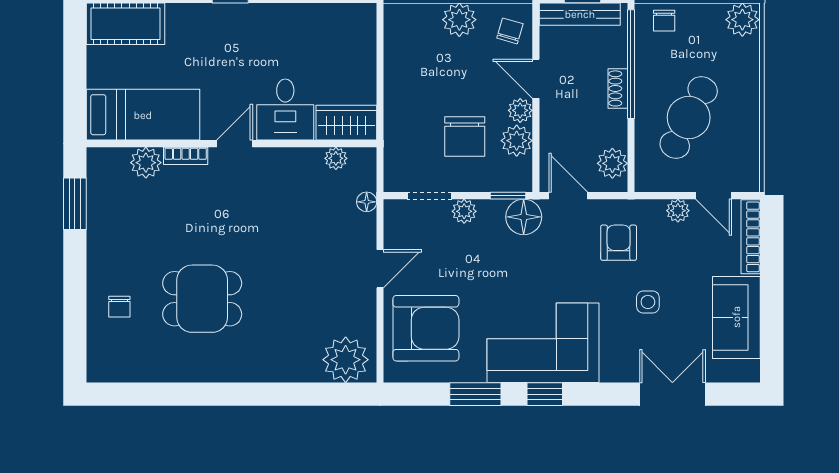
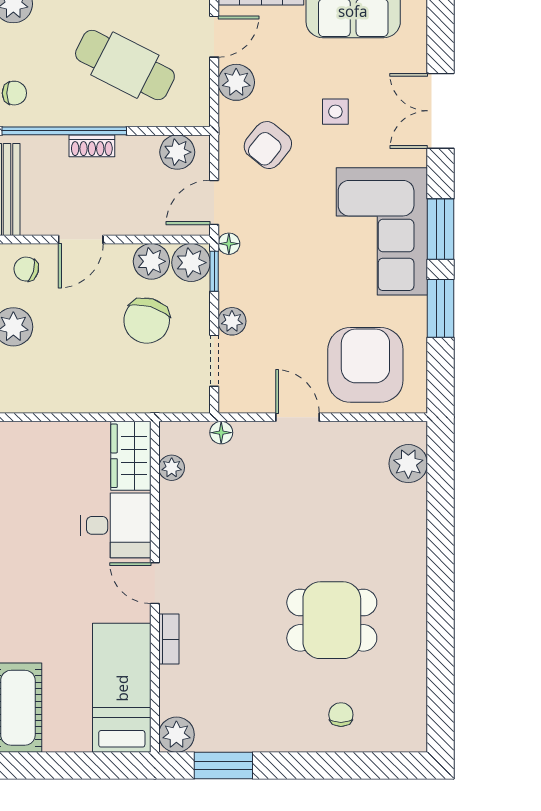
plant: (520, 110) -> (191, 263), moved, width x1.38, depth x1.38
chair: (465, 137) -> (147, 321), turned 106
plant: (146, 163) -> (176, 735), moved
plant: (678, 211) -> (236, 82), width x1.38, depth x1.38
floor lamp: (524, 217) -> (229, 244), width x0.53, depth x0.53
armchair: (619, 243) -> (268, 145), turned -51
dining table: (202, 299) -> (332, 620), turned 90
chair: (119, 307) -> (341, 715), turned -90
plant: (346, 360) -> (408, 464), width x0.73, depth x0.73
window: (545, 394) -> (441, 229), width x1.50
double door: (672, 394) -> (441, 111), moved

